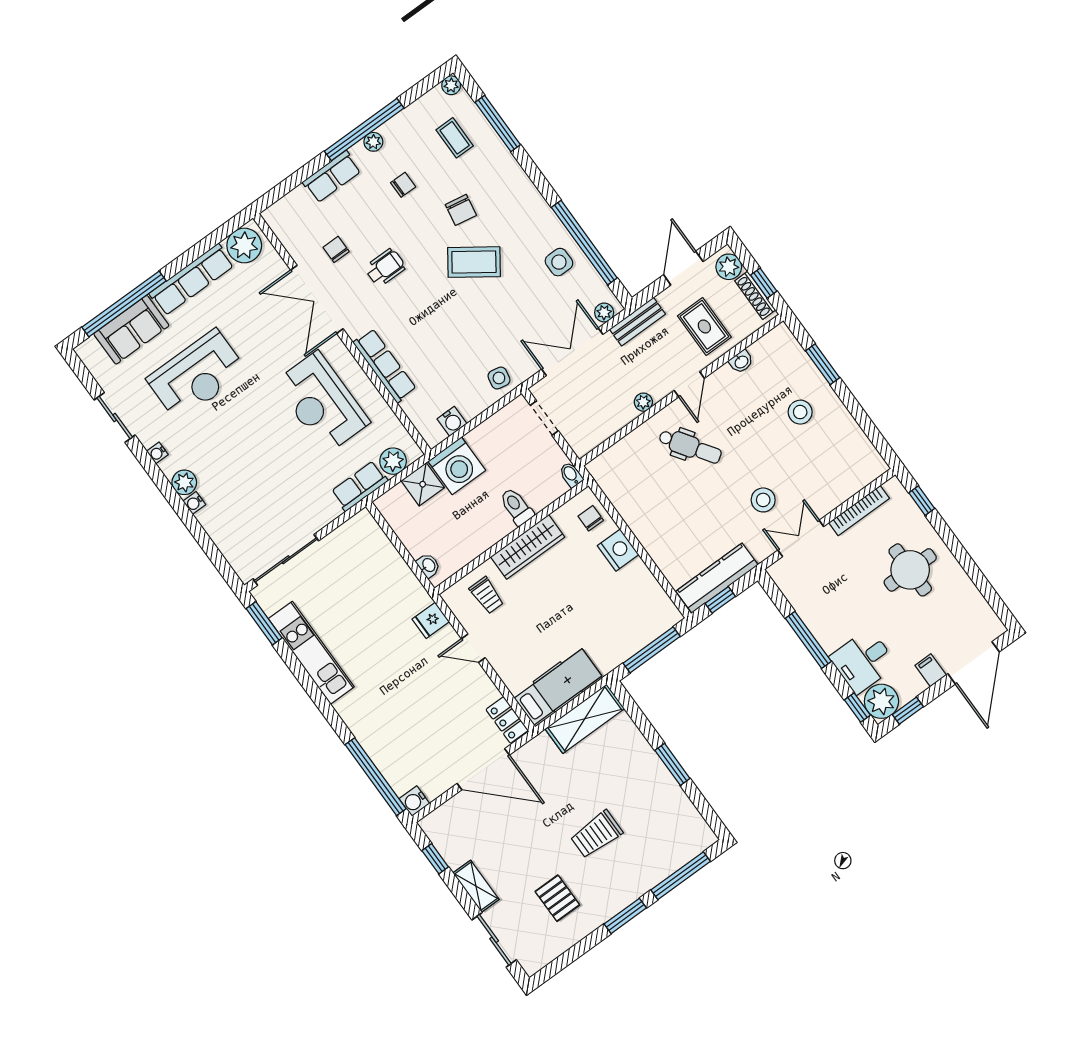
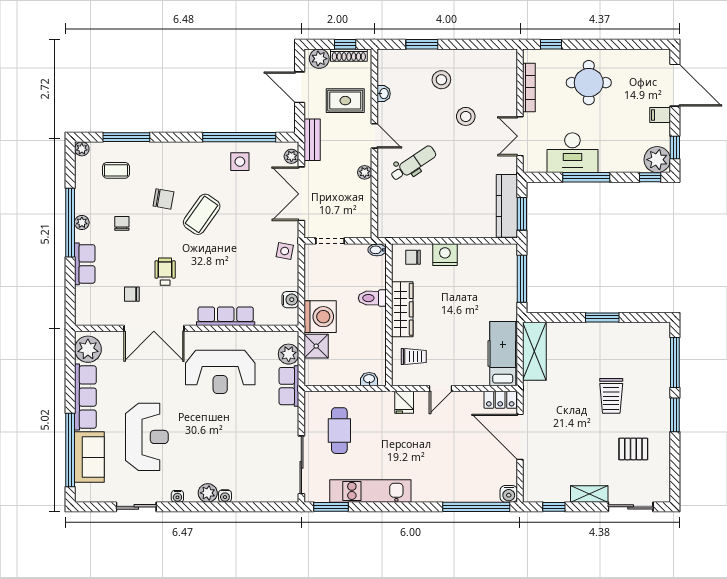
stool: (763, 500) -> (466, 116), moved
cafe table: (351, 573) -> (339, 431), added
window: (720, 600) -> (522, 214), width x1.50
desk: (863, 661) -> (572, 153), moved, width x1.37
door: (483, 769) -> (520, 437), swing flipped

